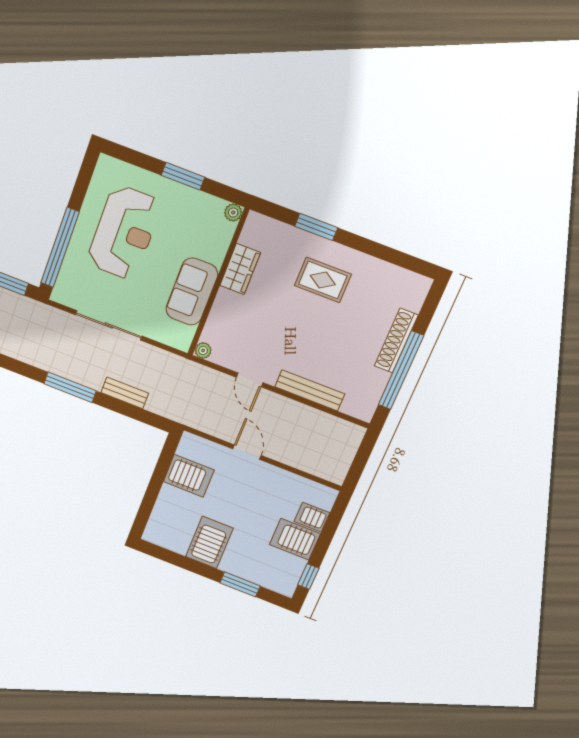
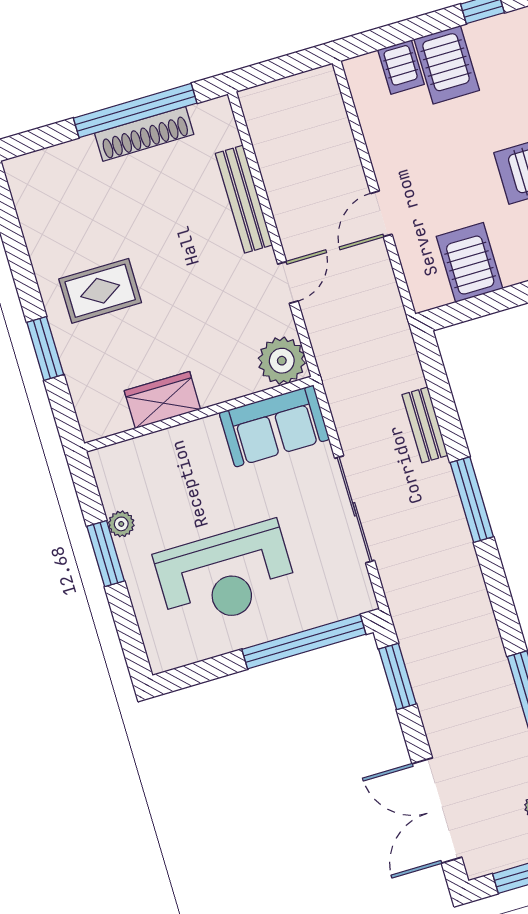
plant: (233, 213) -> (121, 524), moved
reception desk: (124, 233) -> (226, 575), turned 180
rug: (323, 280) -> (100, 291), turned 90
sofa: (192, 292) -> (274, 426), moved
shoe rack: (396, 341) -> (144, 134), moved
plant: (203, 350) -> (282, 361), width x1.87, depth x1.87

